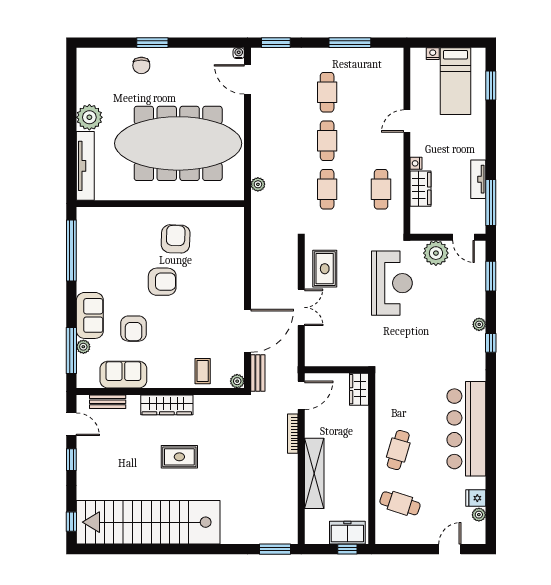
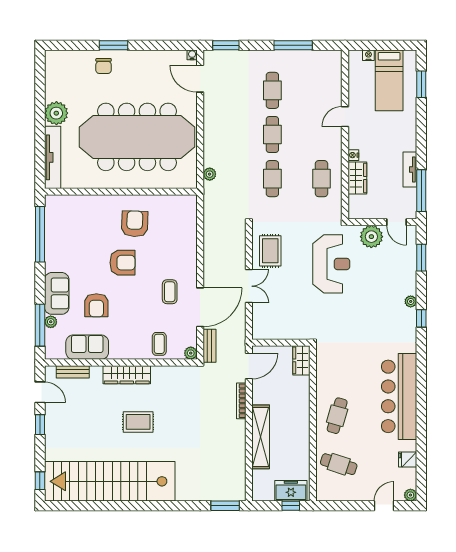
coffee table: (214, 314) -> (170, 292), added
plant: (479, 515) -> (410, 495), moved

